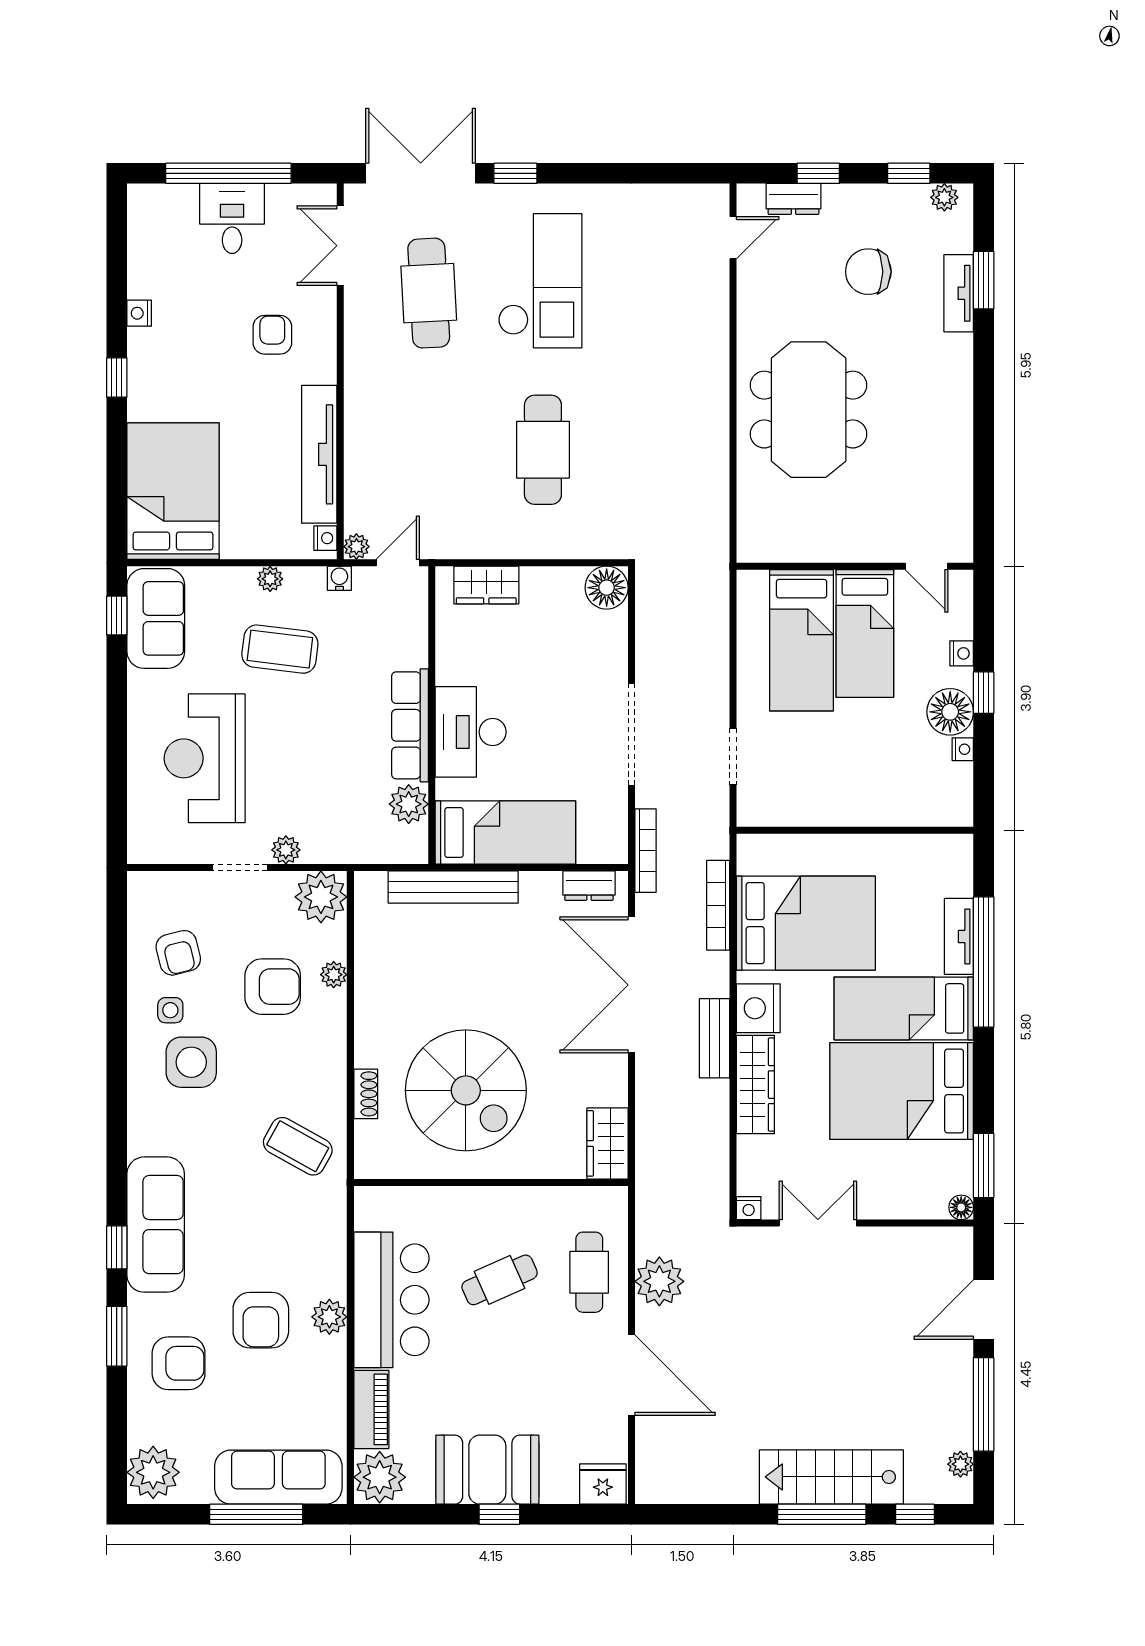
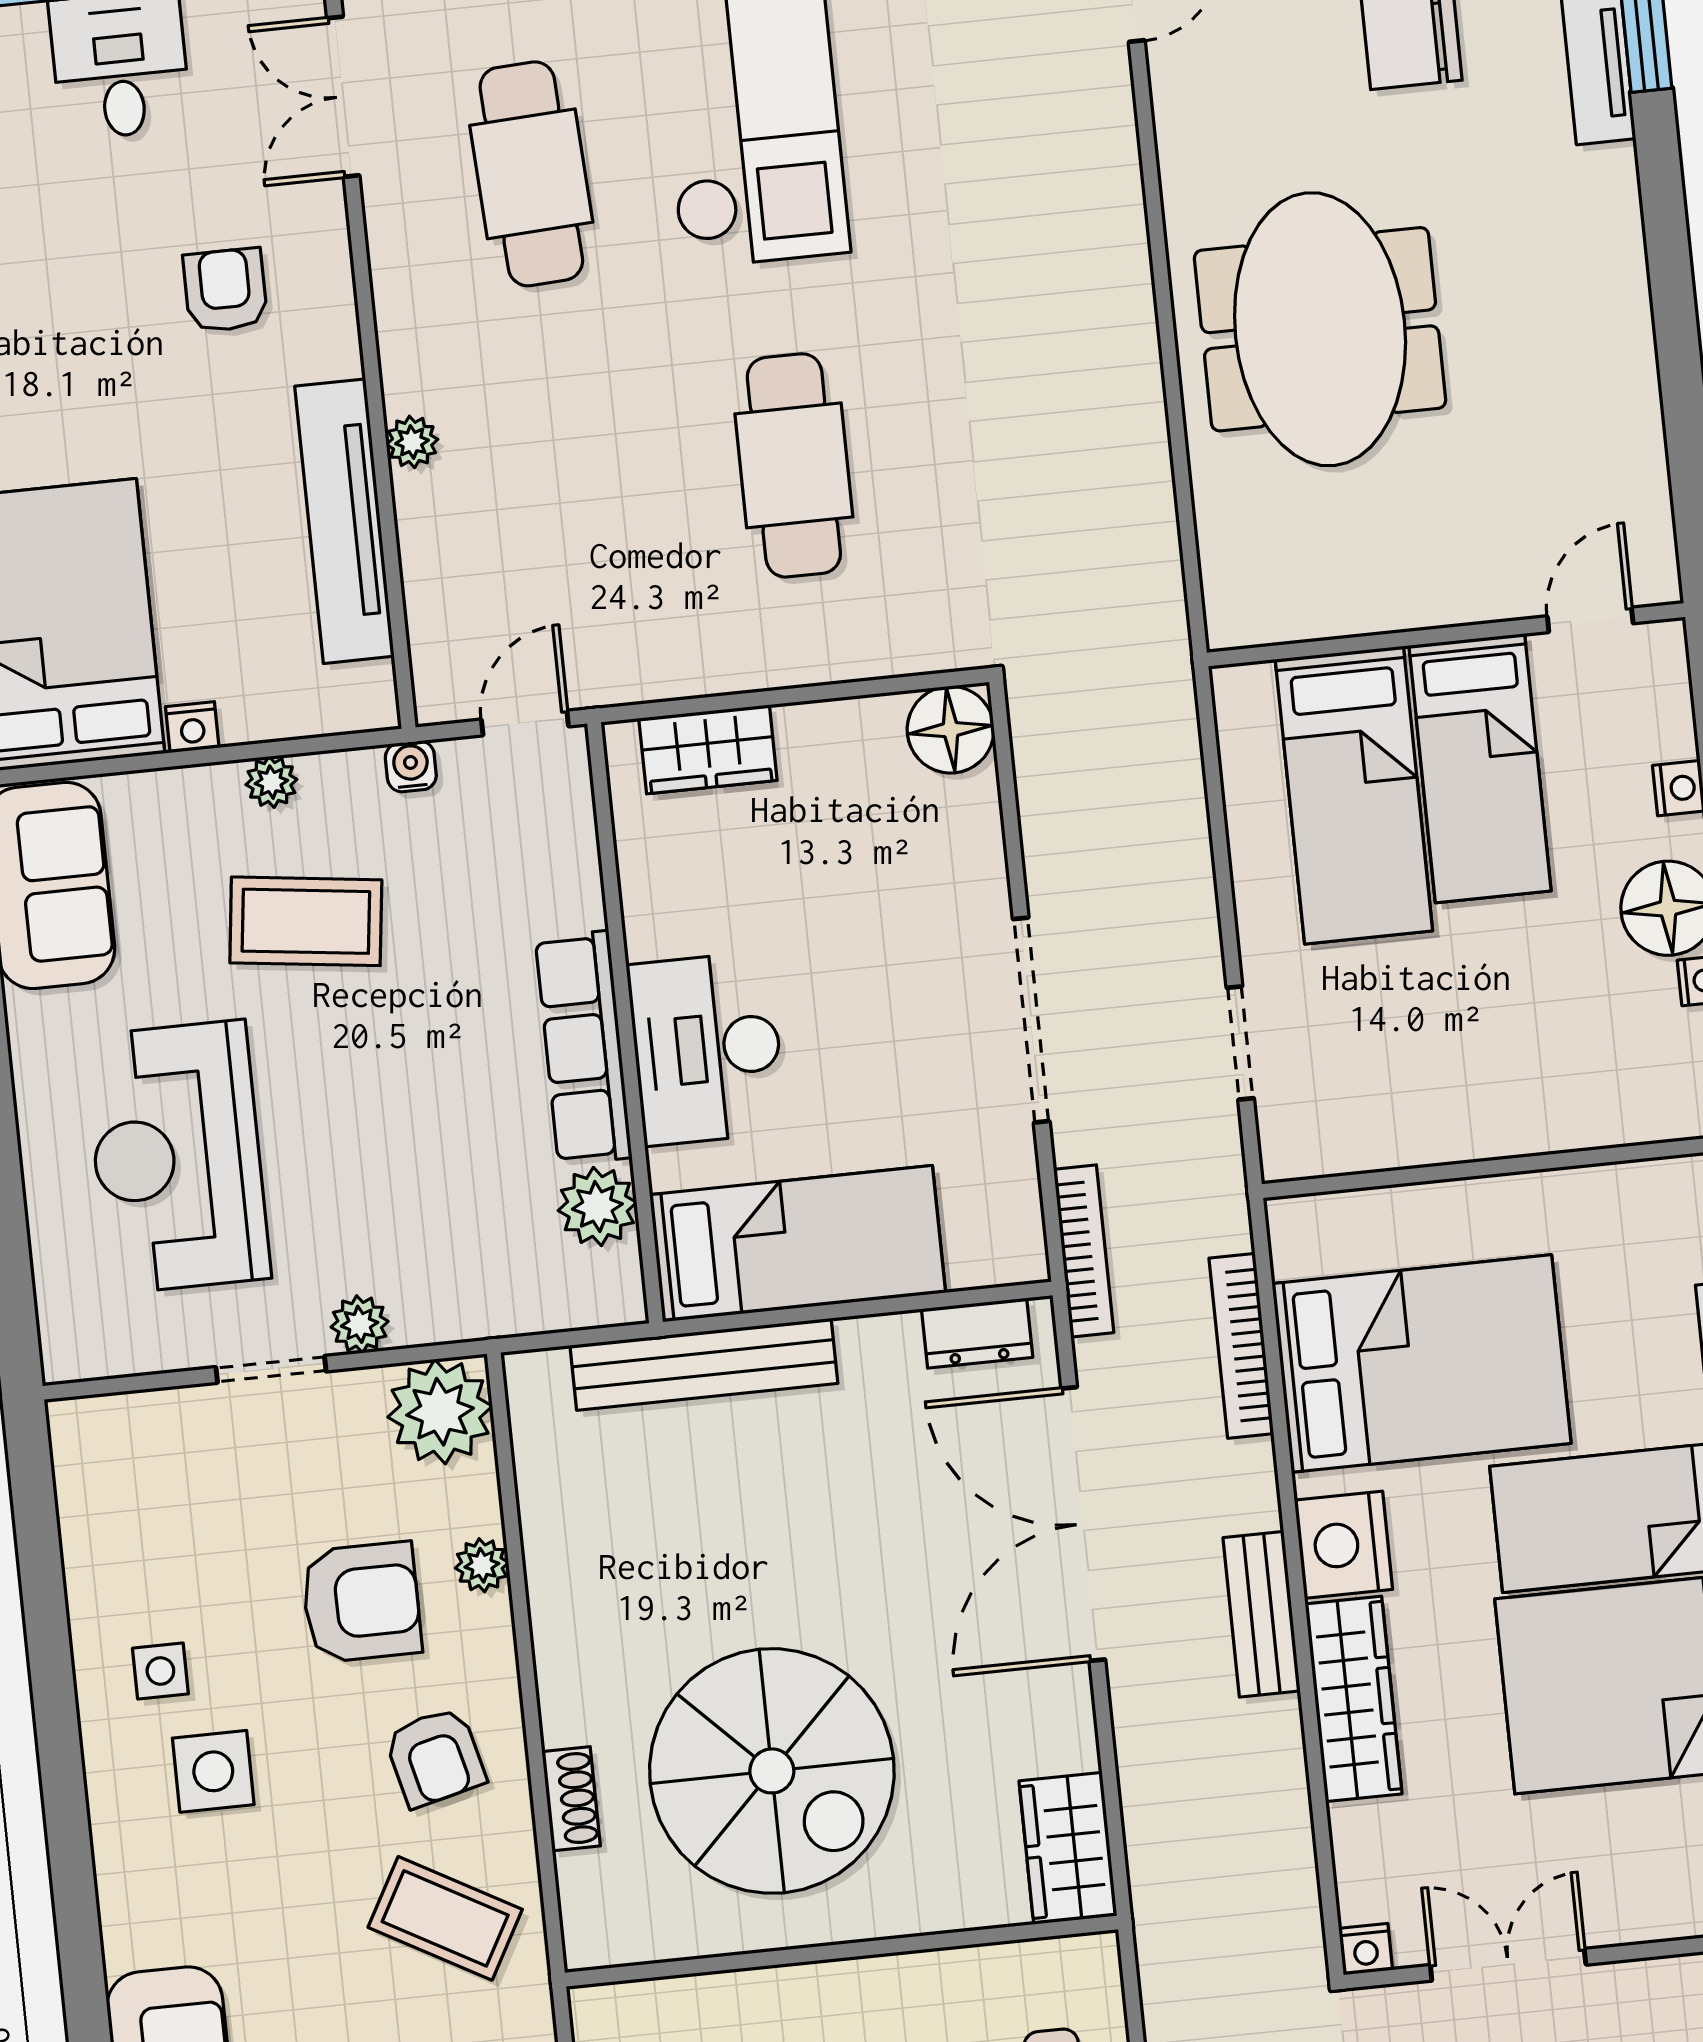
nightstand: (325, 538) -> (192, 727), moved, turned 90
plant: (356, 547) -> (412, 442), moved
door: (927, 566) -> (1590, 620), swing flipped
armchair: (178, 953) -> (435, 1757), moved
side table: (191, 1062) -> (213, 1771), width x0.73, depth x0.73

